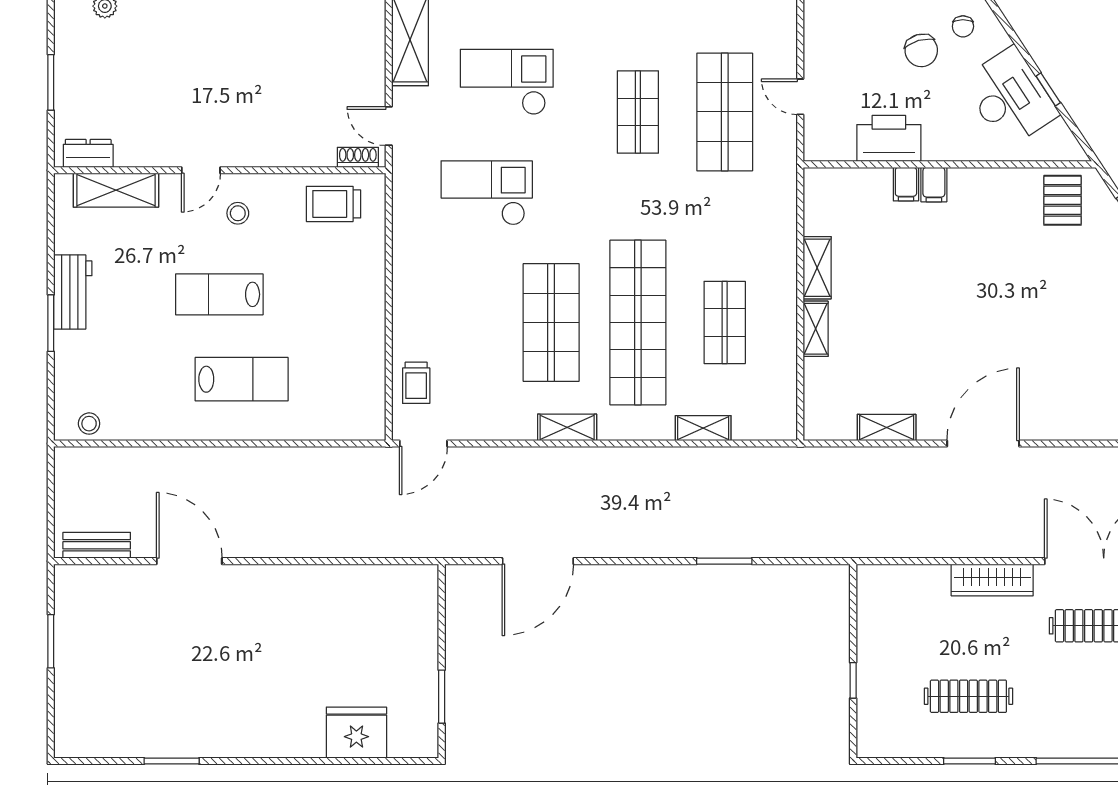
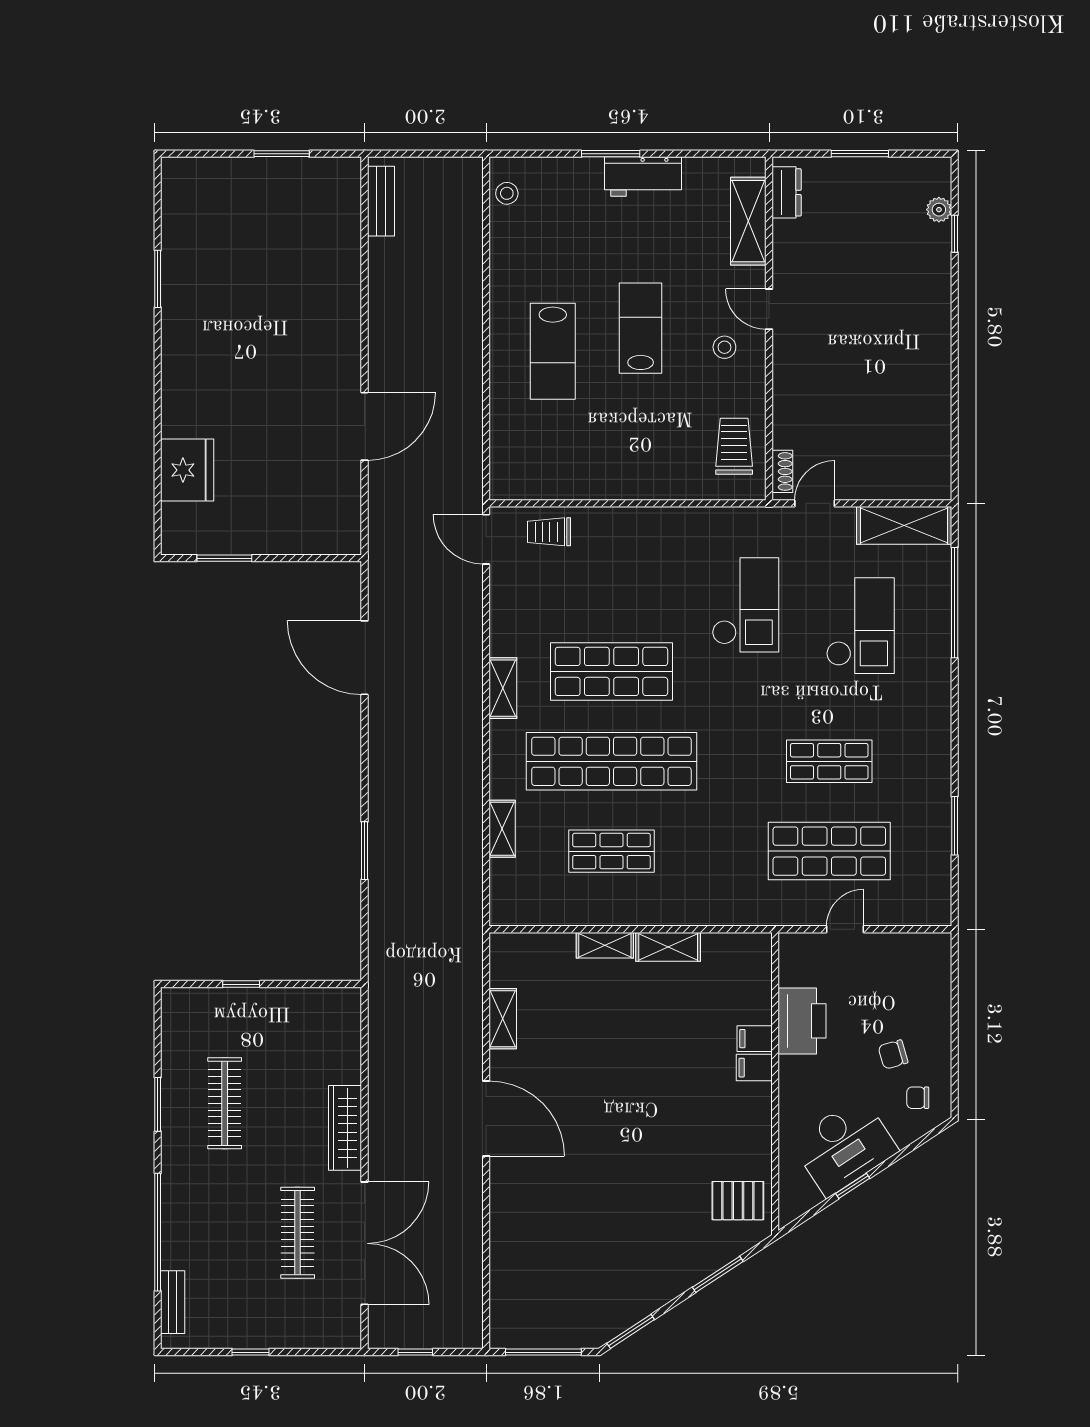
chair: (921, 50) -> (893, 1054), width x0.73, depth x0.73
door: (189, 561) -> (365, 426), moved

